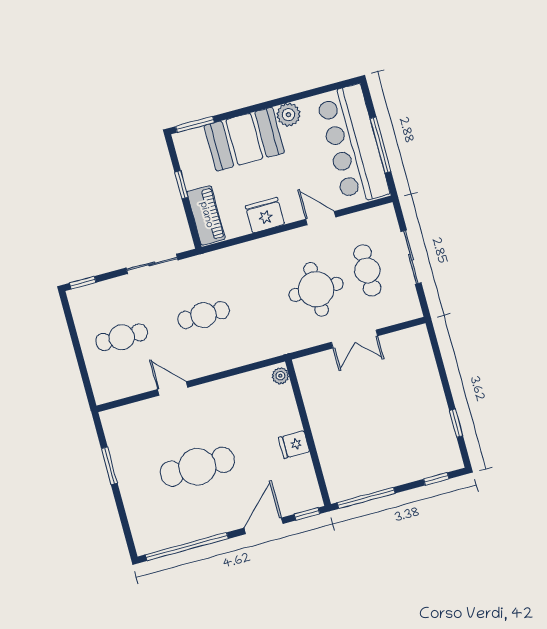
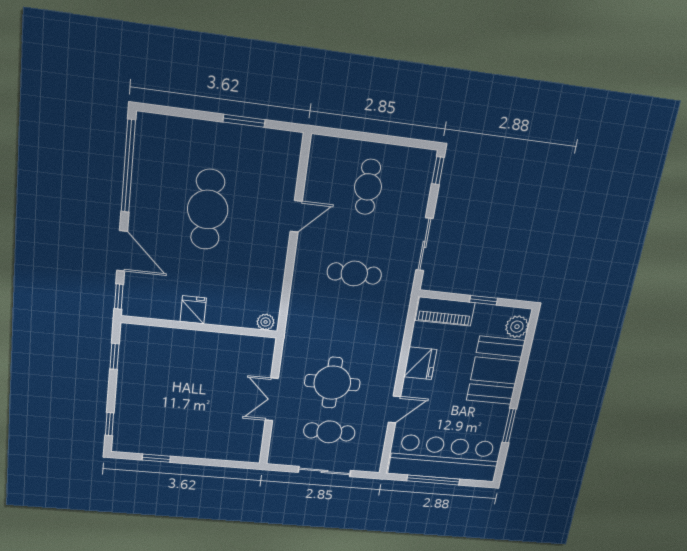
plant: (288, 115) -> (517, 327), moved
window: (195, 124) -> (509, 426), moved
cafe table: (204, 315) -> (354, 274), turned 90
window: (366, 498) -> (114, 356), width x0.46

